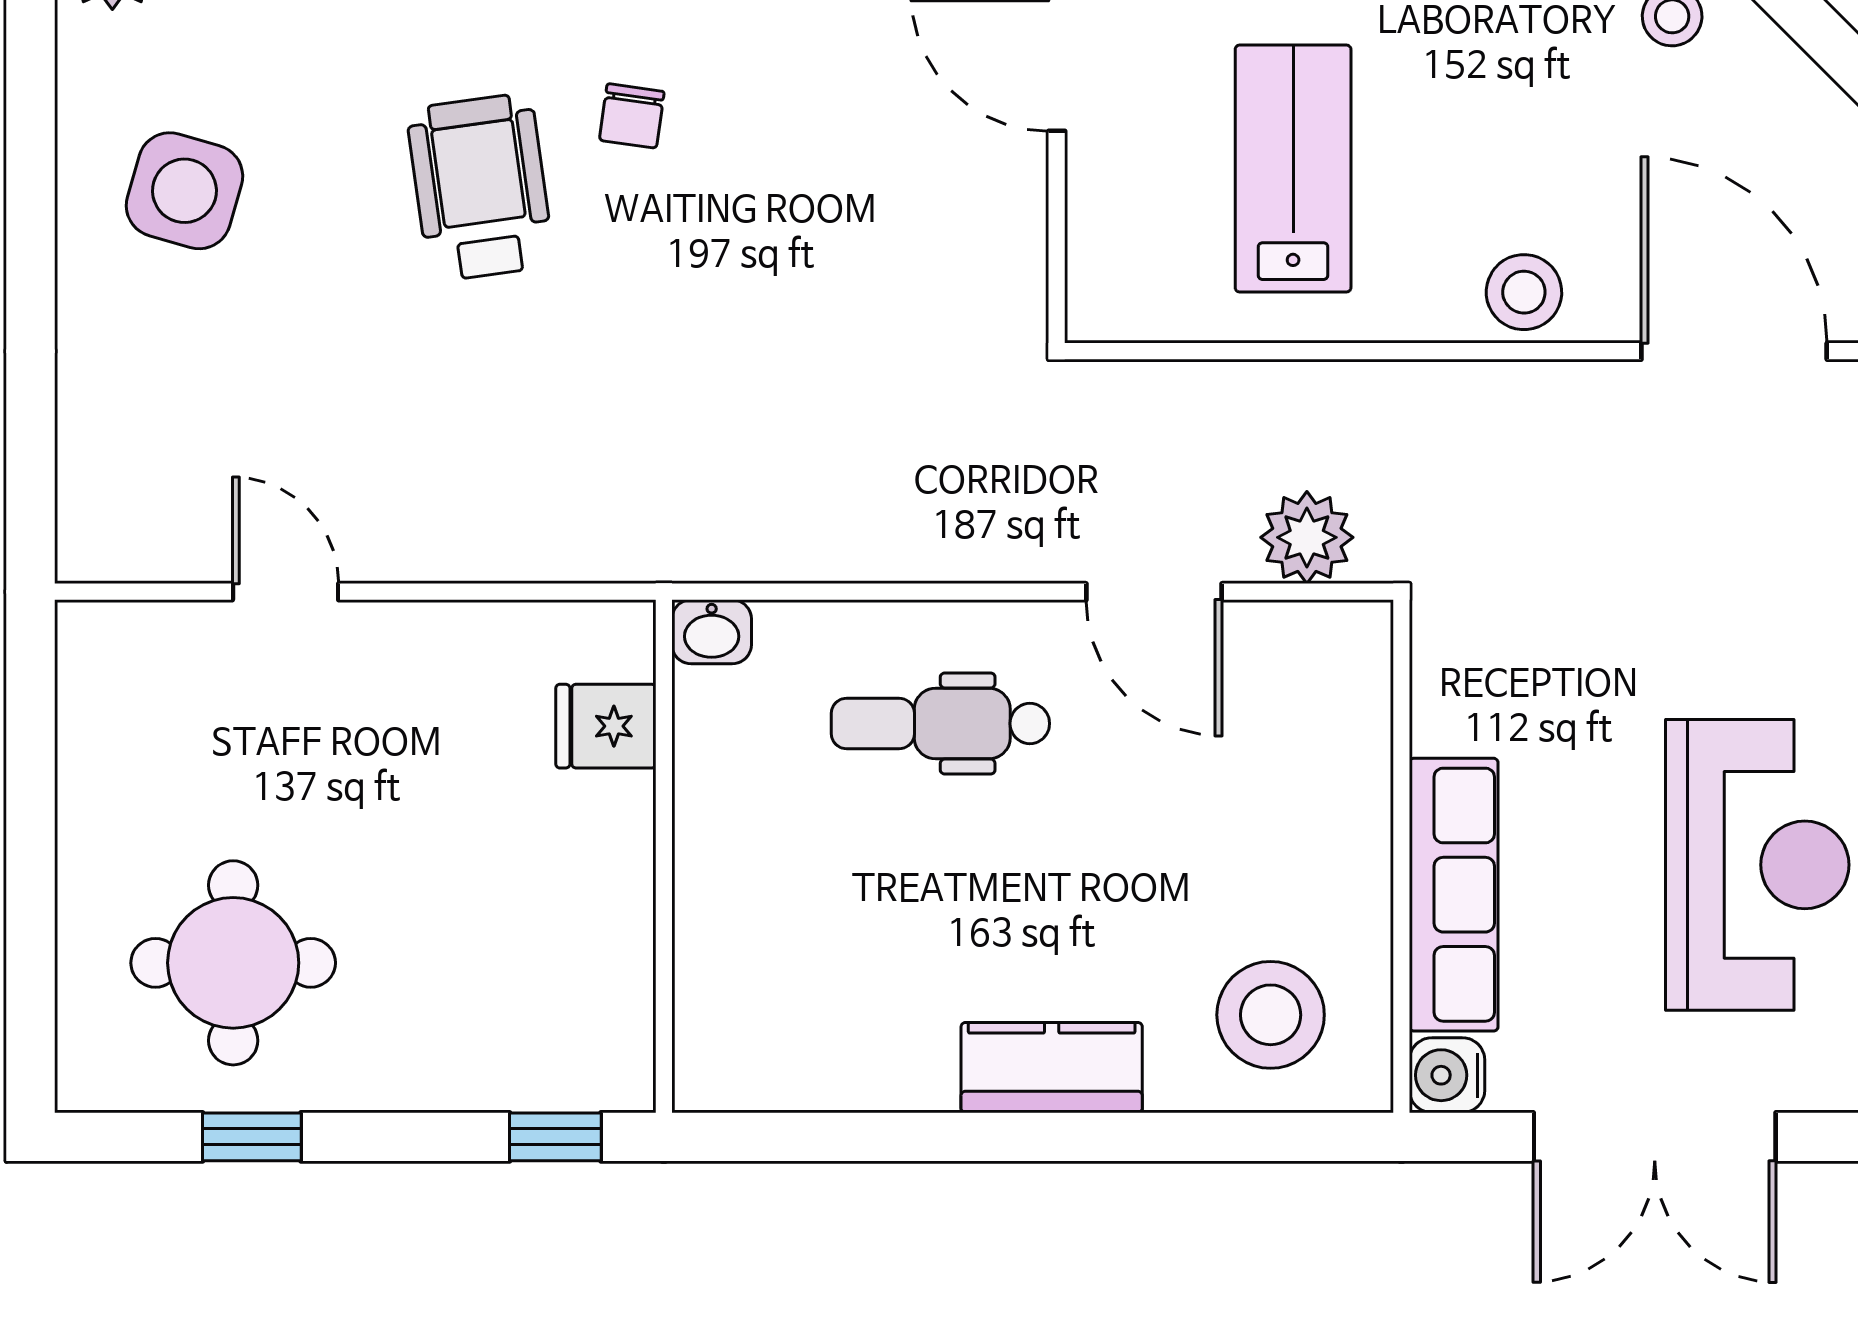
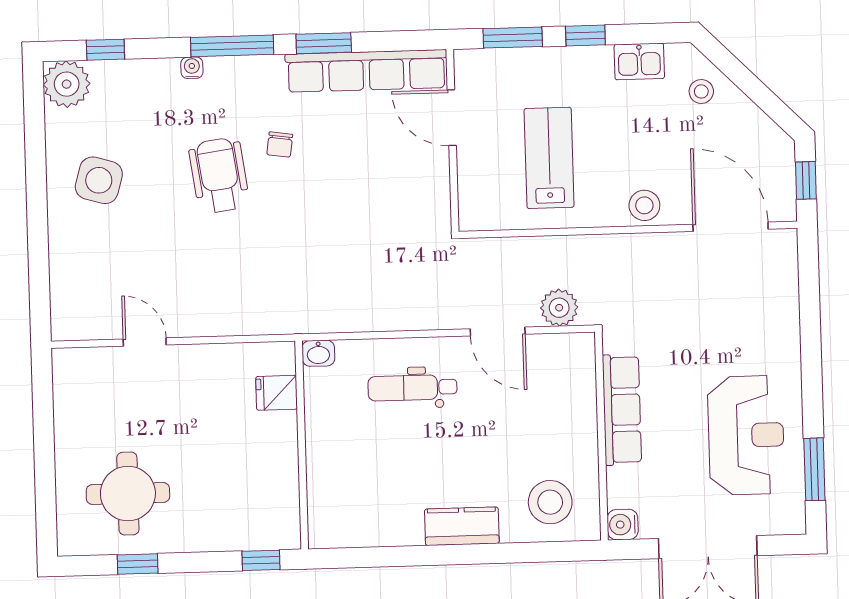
row of seats: (1454, 895) -> (622, 410), moved

